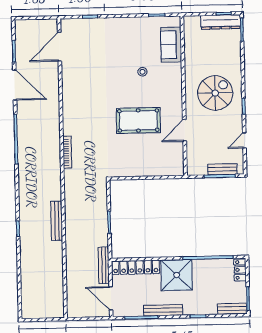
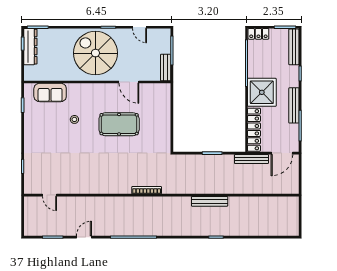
door: (59, 47) -> (50, 195), width x0.53
door: (15, 85) -> (84, 237), width x0.53
spiral stairs: (215, 93) -> (95, 53), width x1.37, depth x1.37
pool table: (138, 120) -> (119, 124), turned 90
bench: (222, 169) -> (166, 68), moved
bench: (232, 309) -> (294, 47), width x1.36

